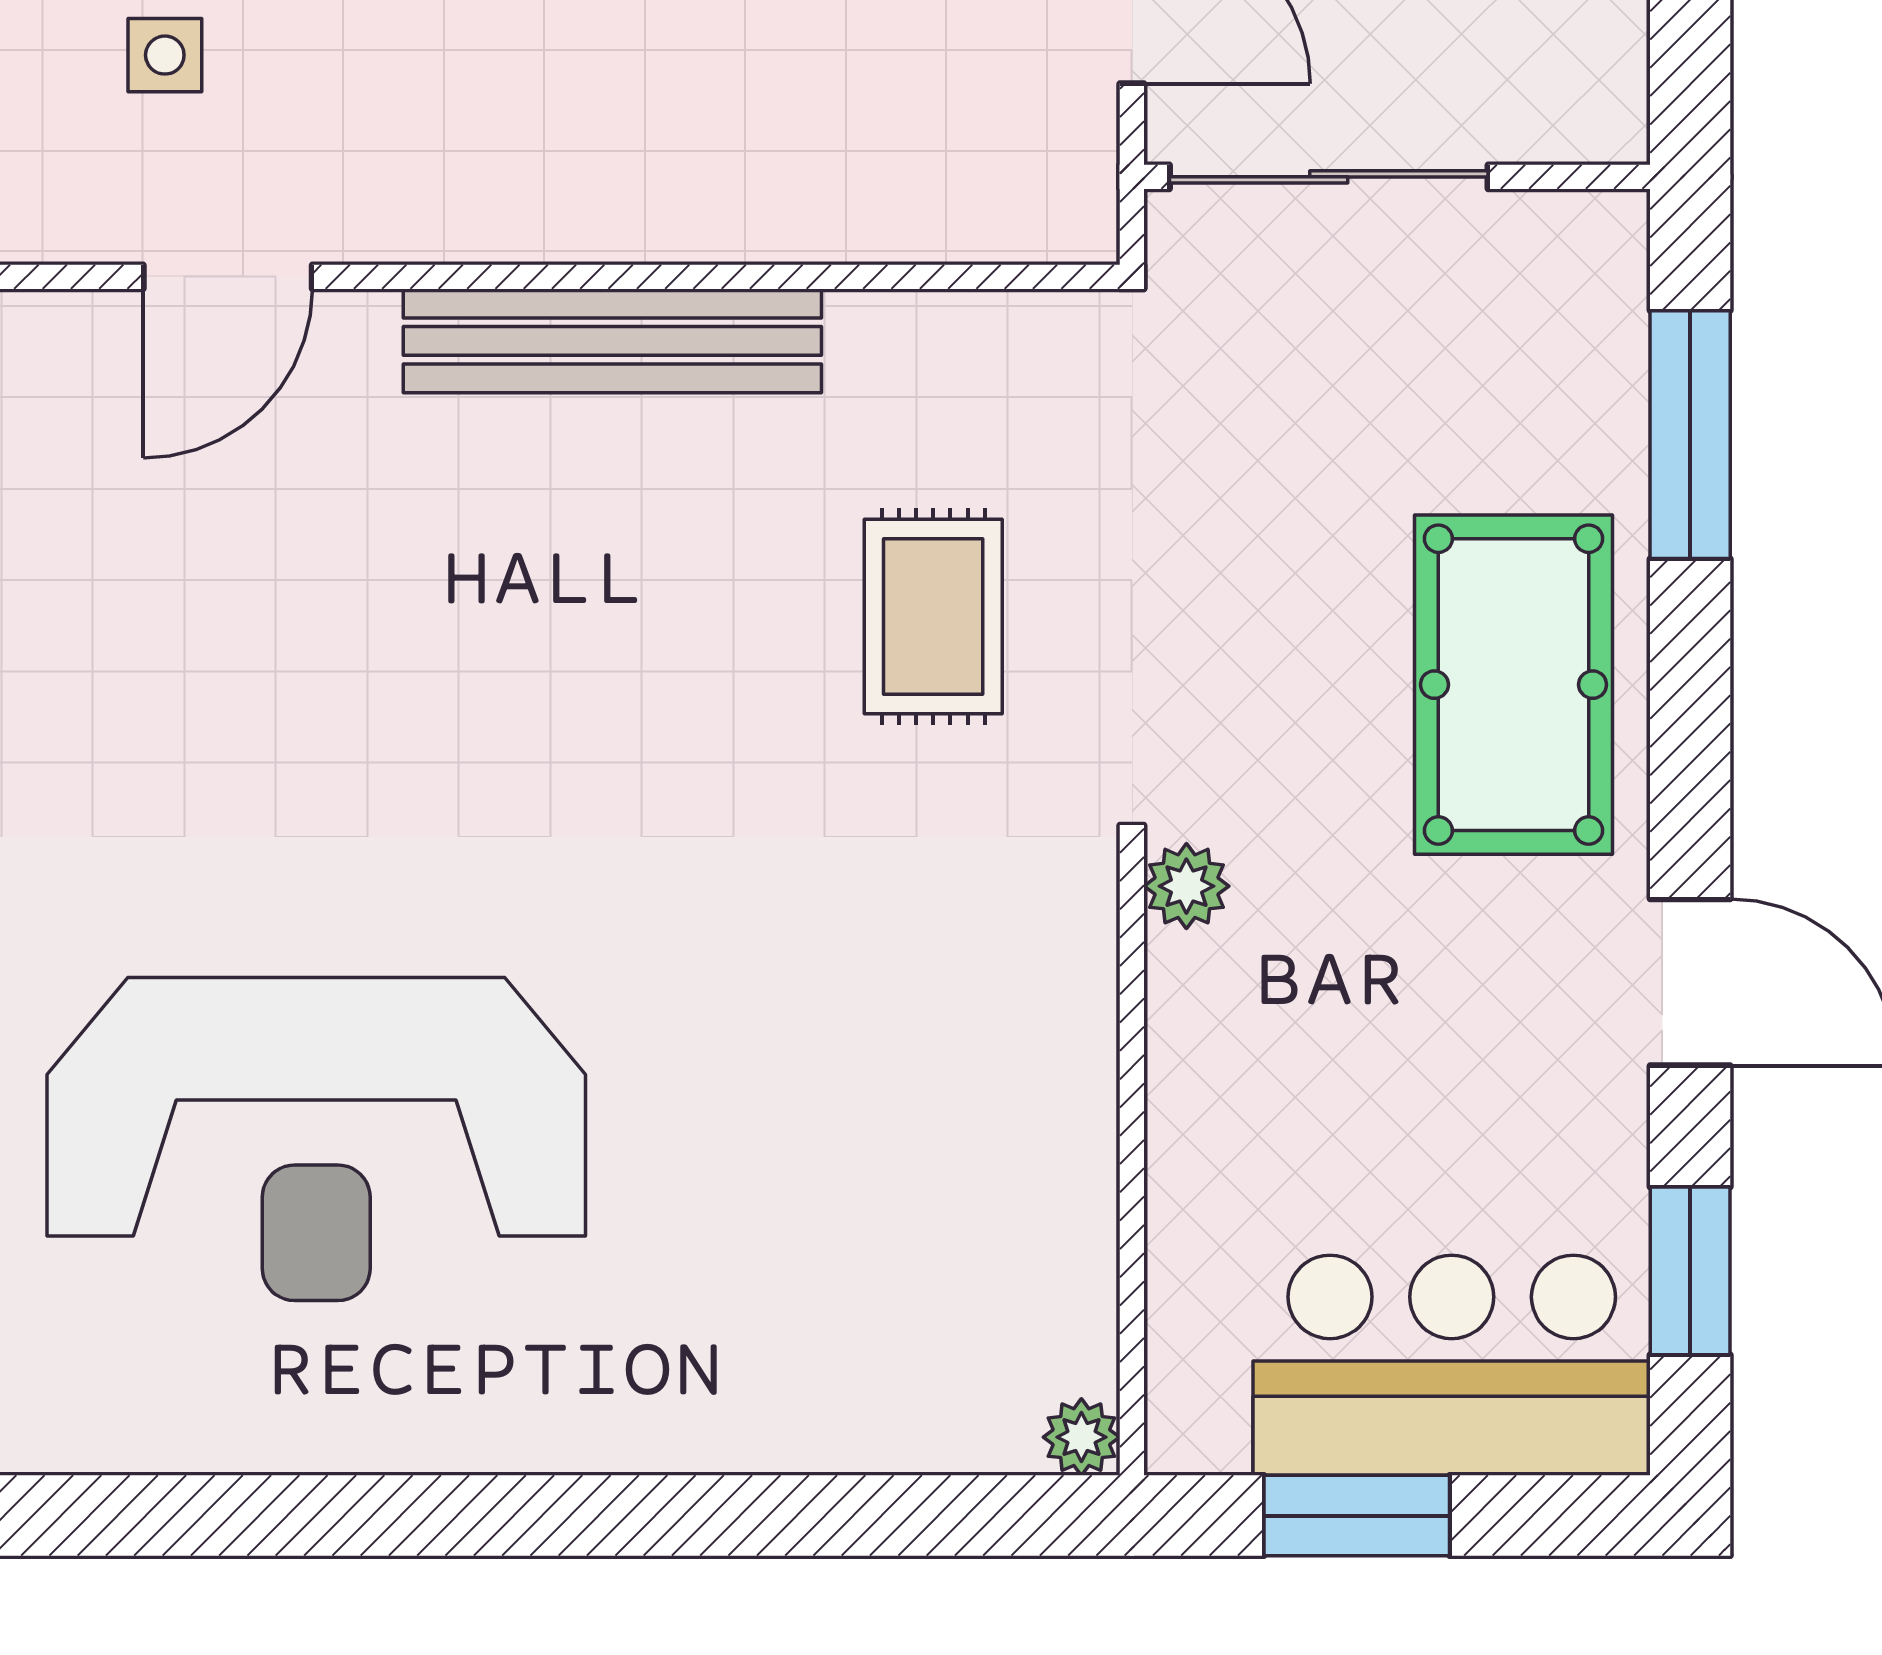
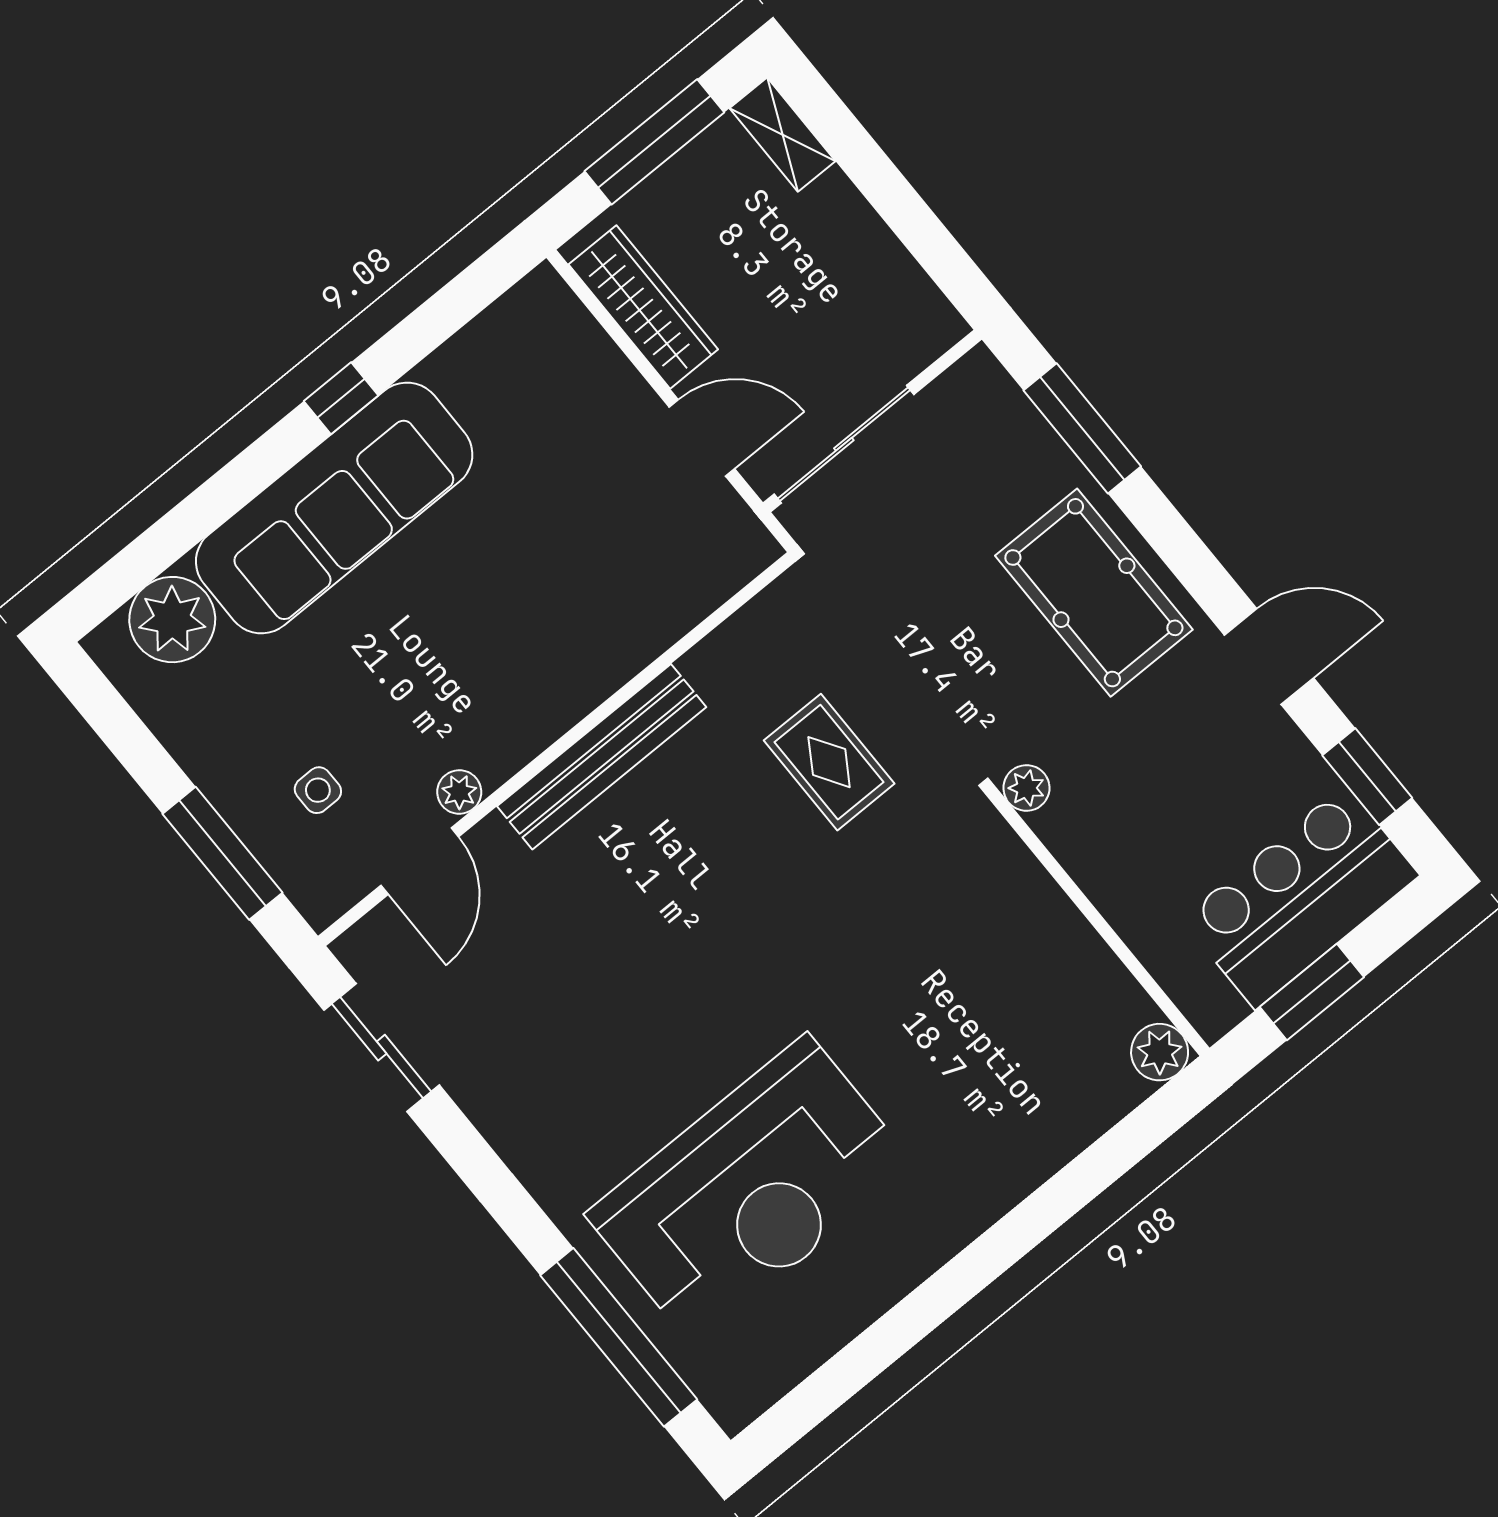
plant: (366, 224) -> (459, 792), added
plant: (1081, 1437) -> (1160, 1052), width x1.38, depth x1.38

